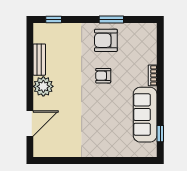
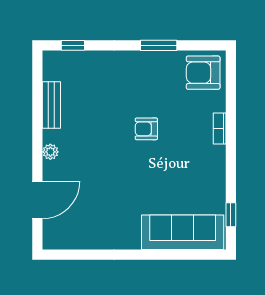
armchair: (106, 40) -> (203, 73), moved
plant: (43, 86) -> (50, 152), width x0.53, depth x0.53
sofa: (145, 115) -> (183, 232), moved, turned 90

